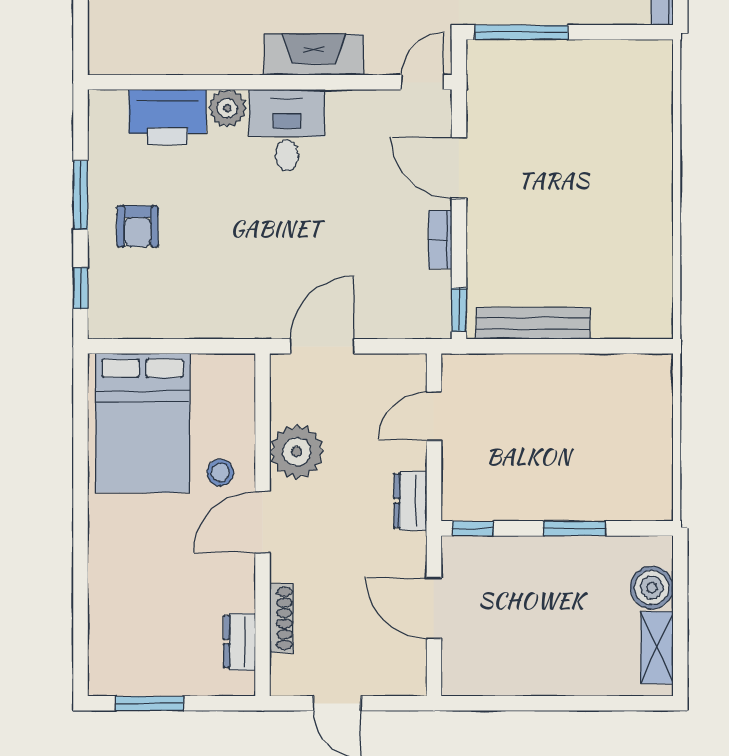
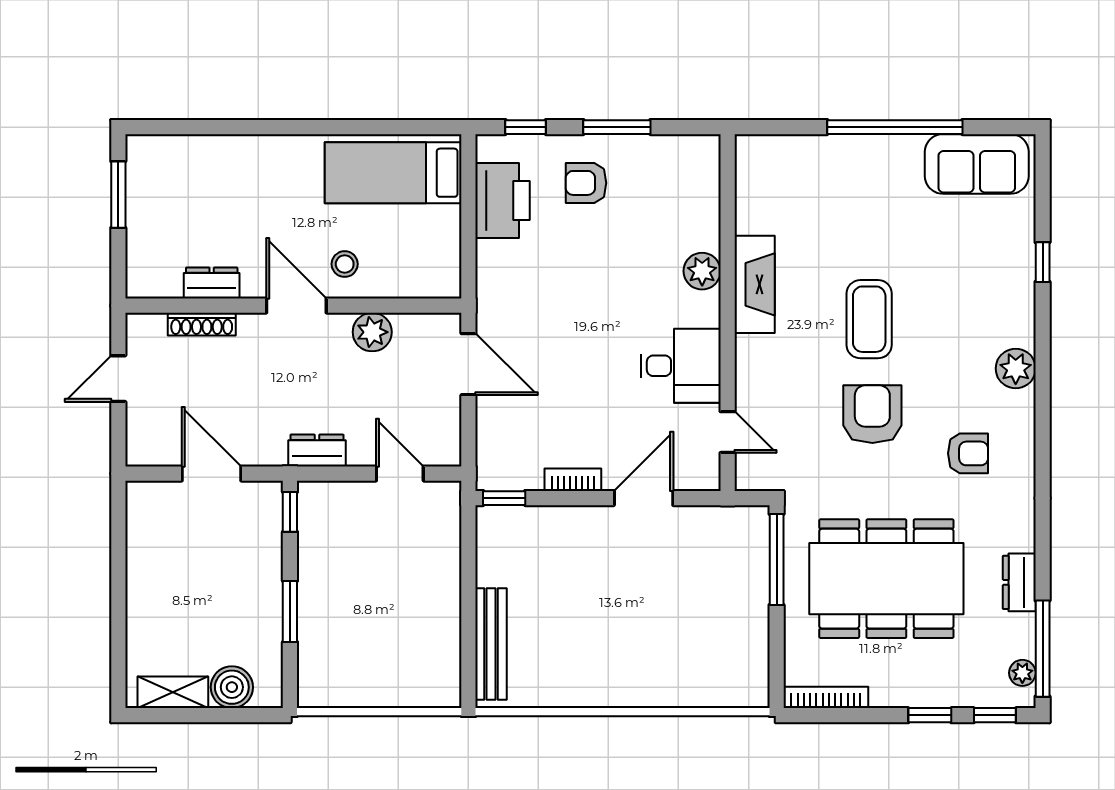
fireplace: (314, 55) -> (755, 284), moved
door: (423, 82) -> (728, 432), moved
printer: (167, 117) -> (503, 201), moved, turned 180
desk: (287, 130) -> (681, 366), moved
bench: (533, 323) -> (491, 644), moved
bed: (143, 423) -> (393, 173), width x0.67
plant: (297, 452) -> (372, 332), width x0.73, depth x0.73
door: (434, 608) -> (211, 474), hinge flipped
dresser: (240, 642) -> (212, 283), moved

